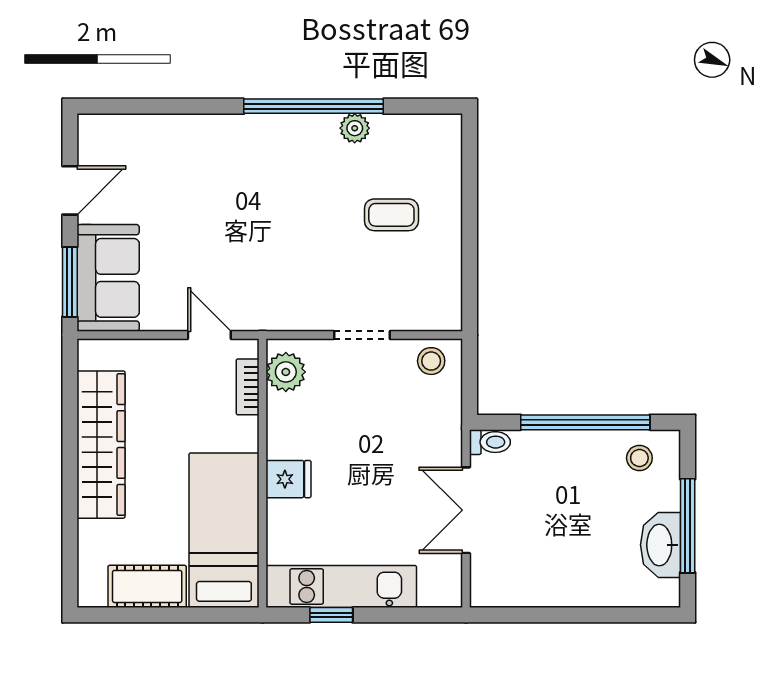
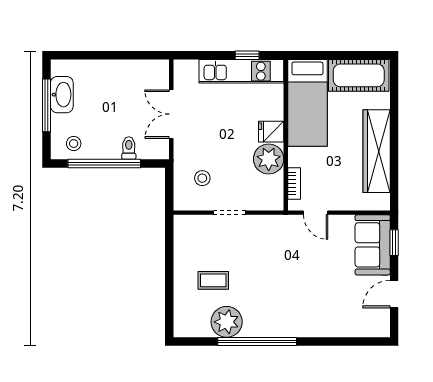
plant: (355, 128) -> (227, 322), width x1.87, depth x1.87
window: (70, 282) -> (394, 243), width x0.67
stool: (431, 361) -> (202, 178), moved
plant: (286, 372) -> (269, 159), moved, width x1.36, depth x1.36
toilet: (490, 442) -> (129, 148), moved, turned 90
double door: (466, 510) -> (171, 114), swing flipped
cot: (147, 586) -> (359, 75), width x1.37, depth x1.34

